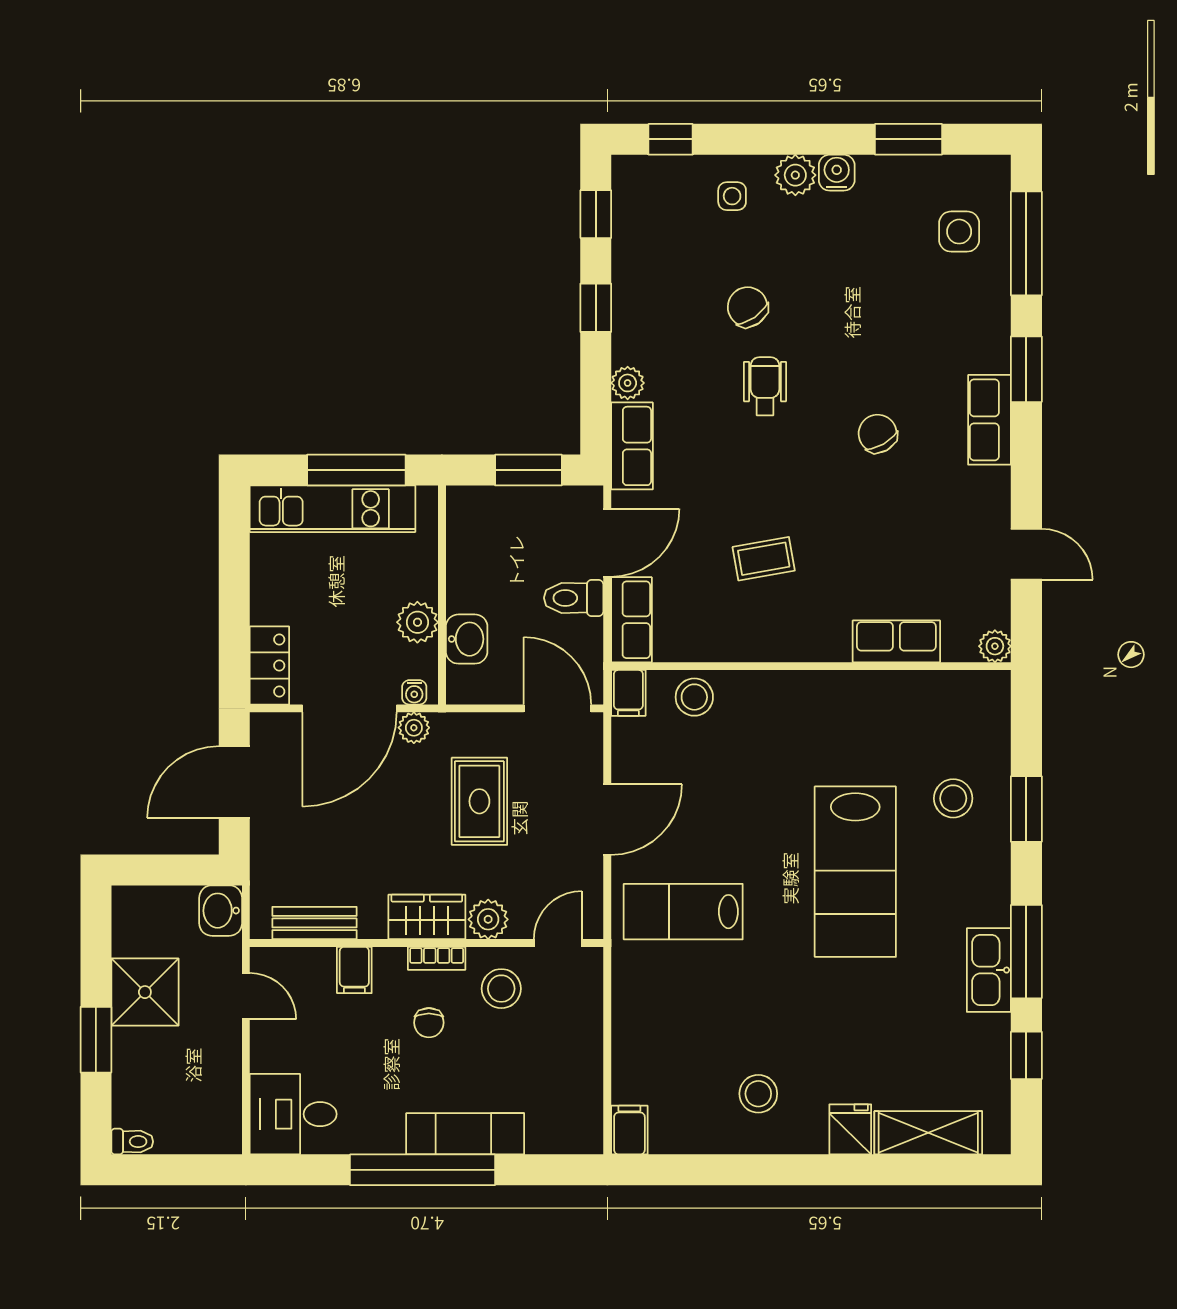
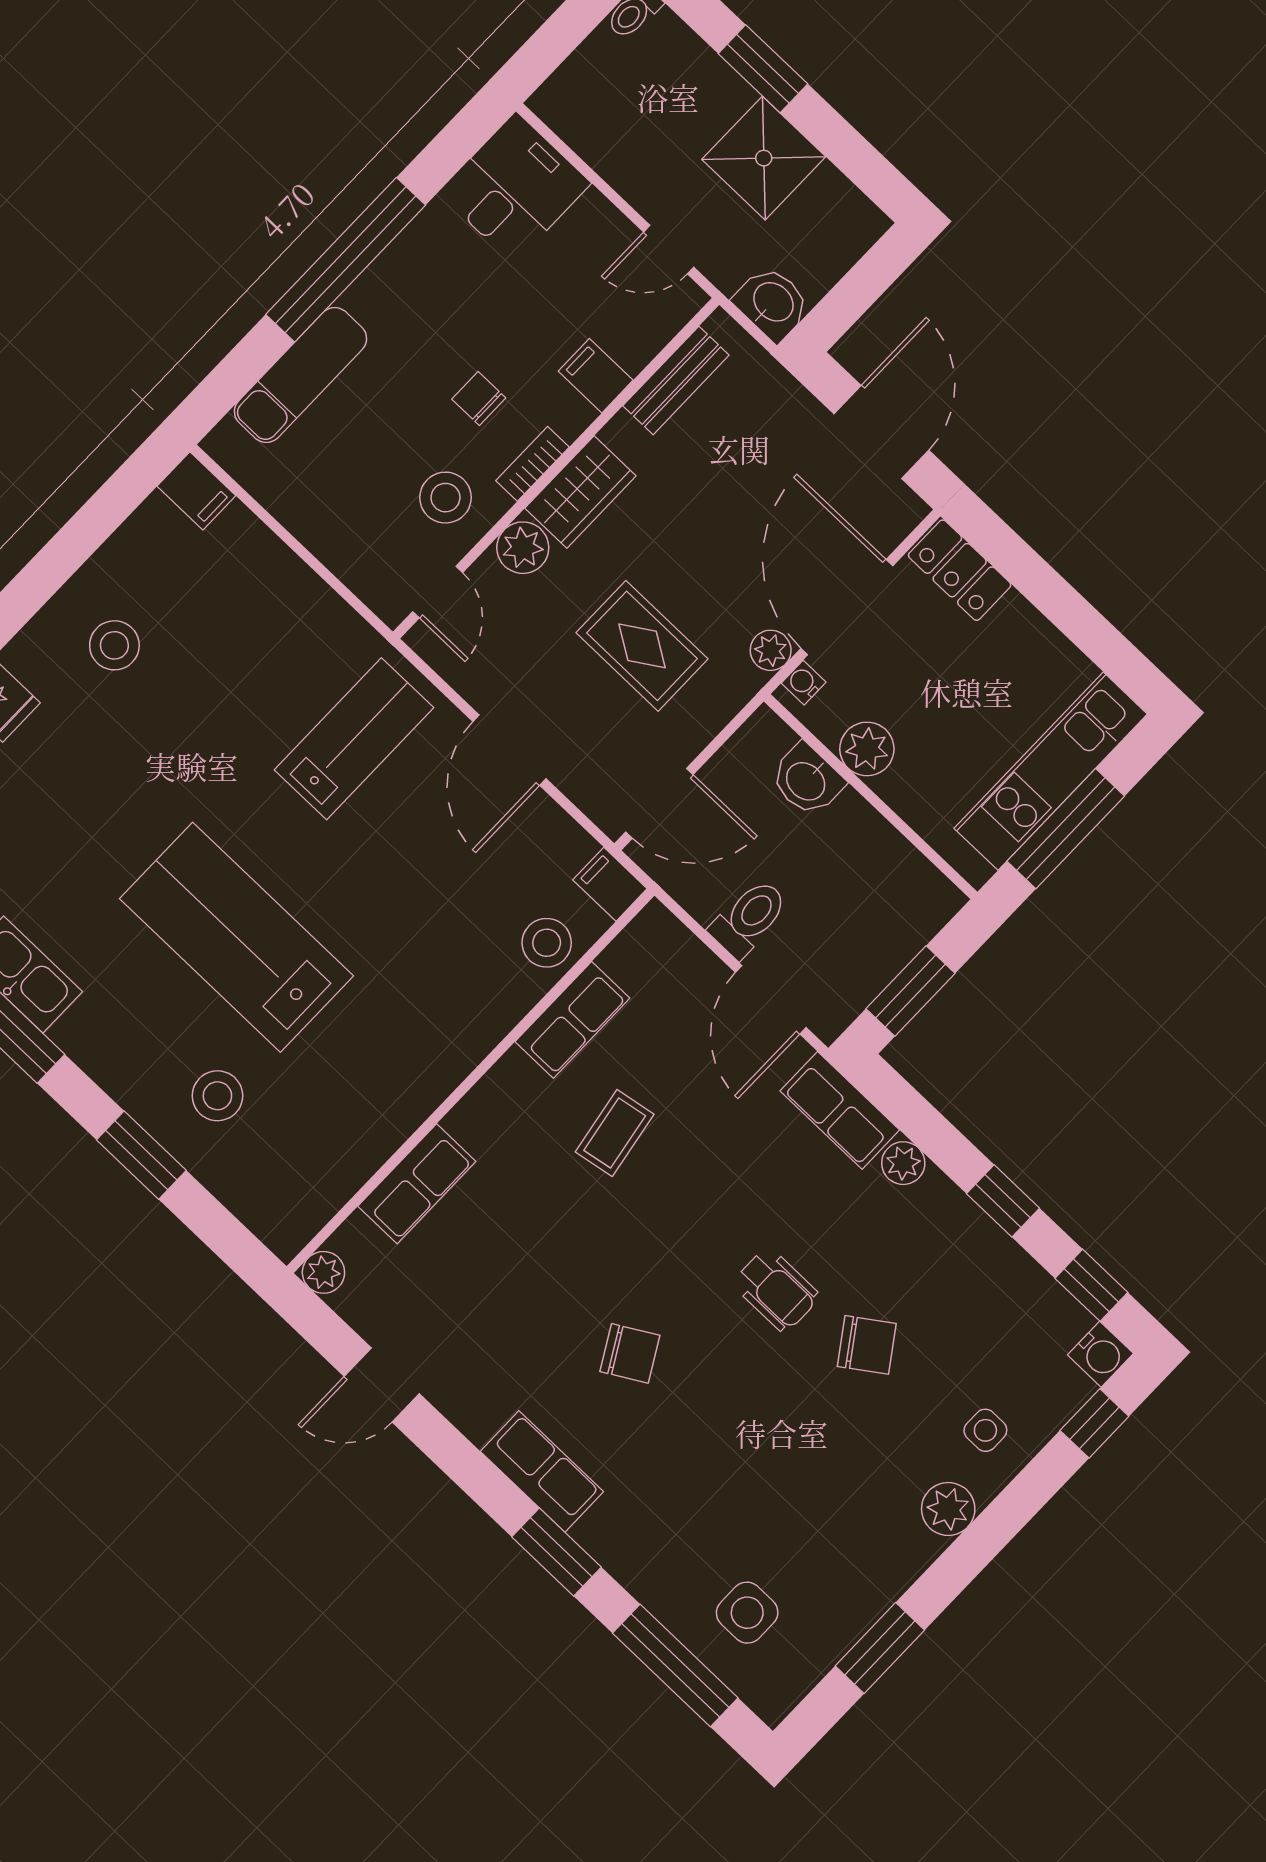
water cooler: (837, 173) -> (1100, 1354), moved
row of seats: (631, 620) -> (572, 1020), moved, turned -90
exam couch: (465, 1134) -> (301, 375), moved

